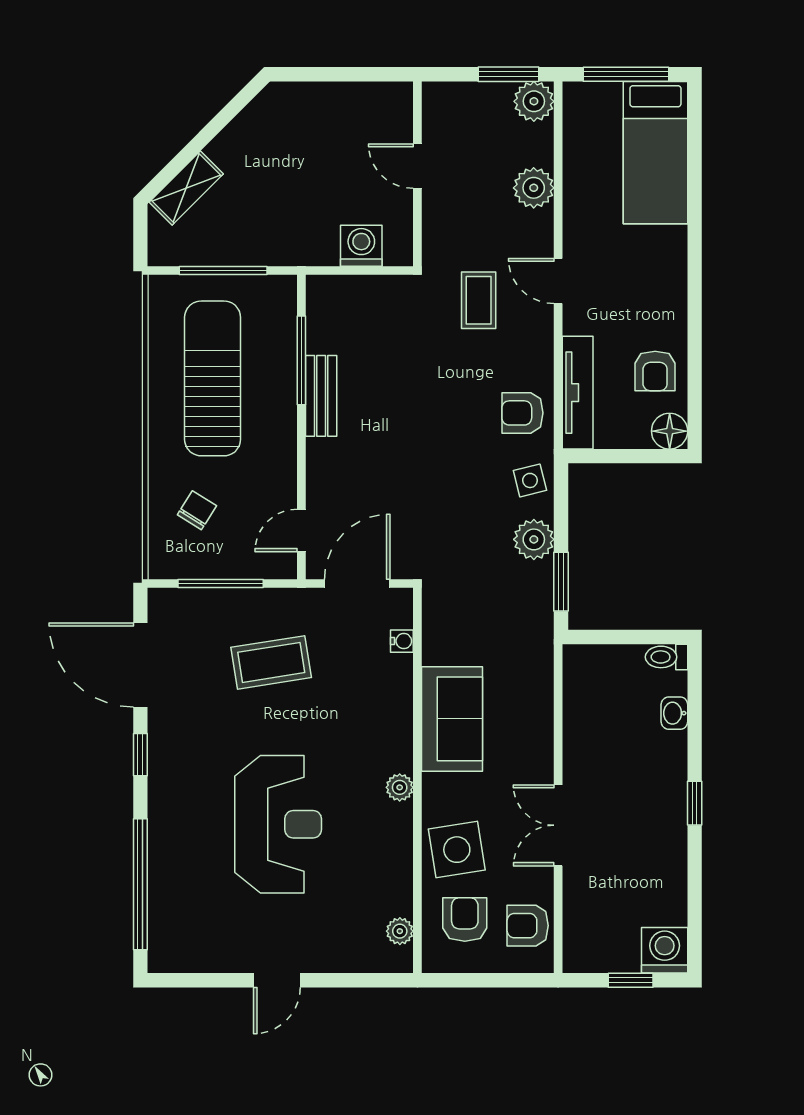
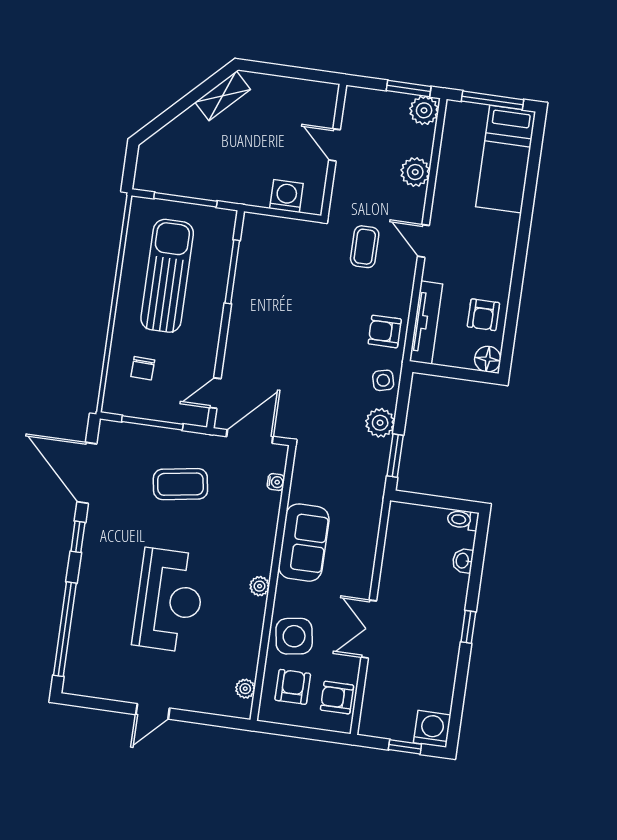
shelving: (186, 188) -> (223, 96), moved
bench: (321, 396) -> (243, 299), removed
chair: (197, 510) -> (143, 368), turned 150

